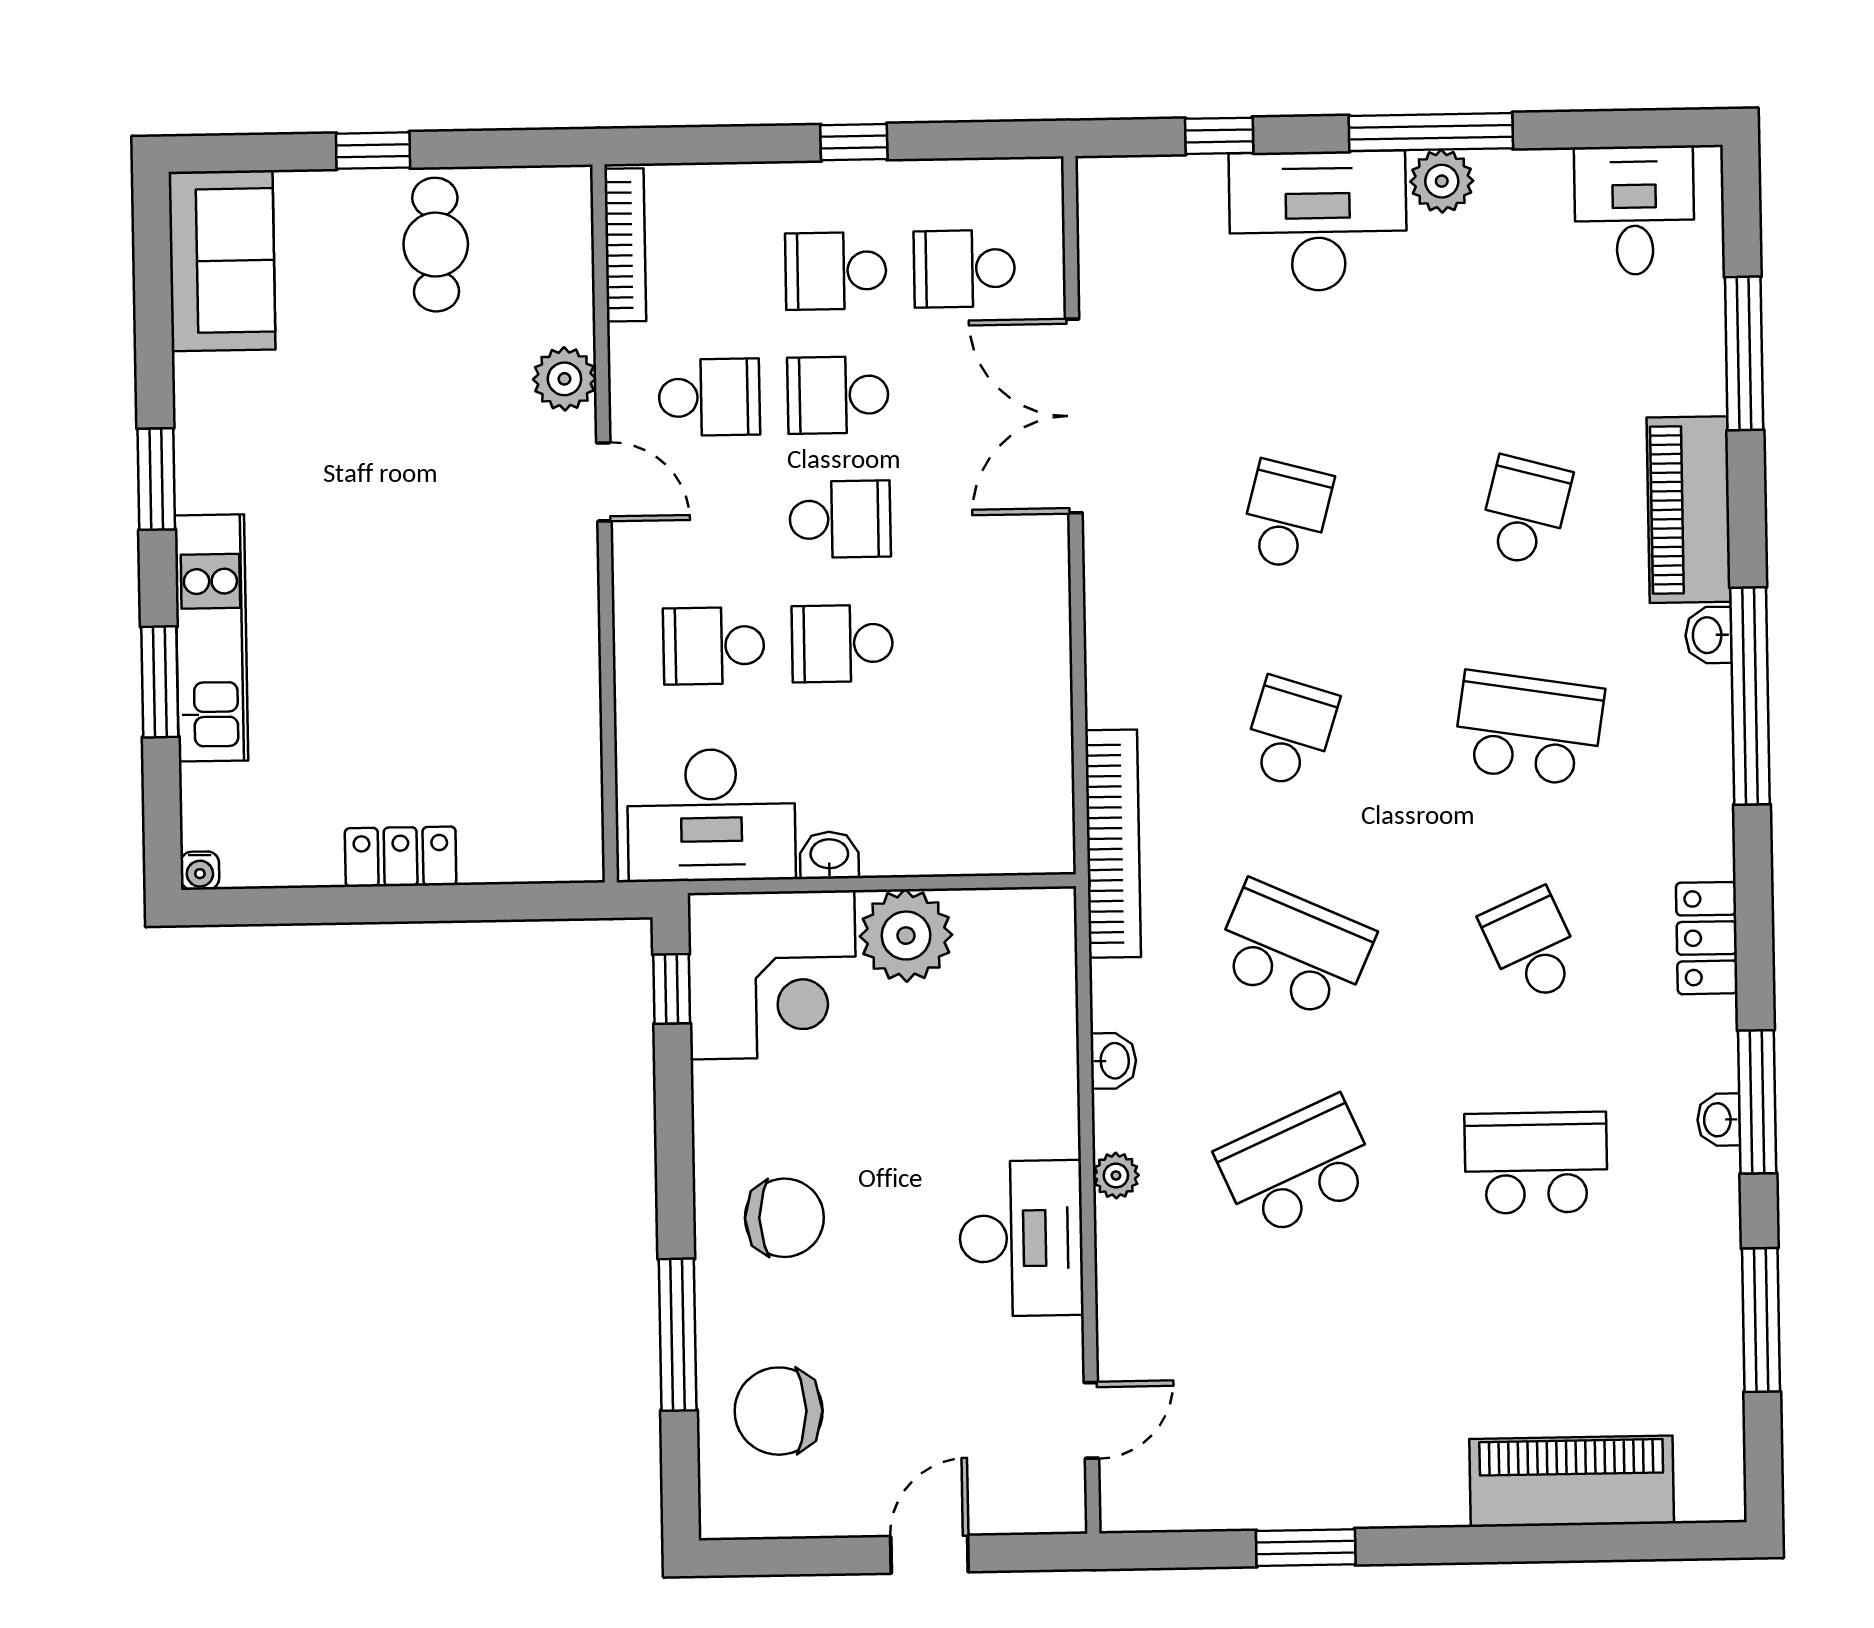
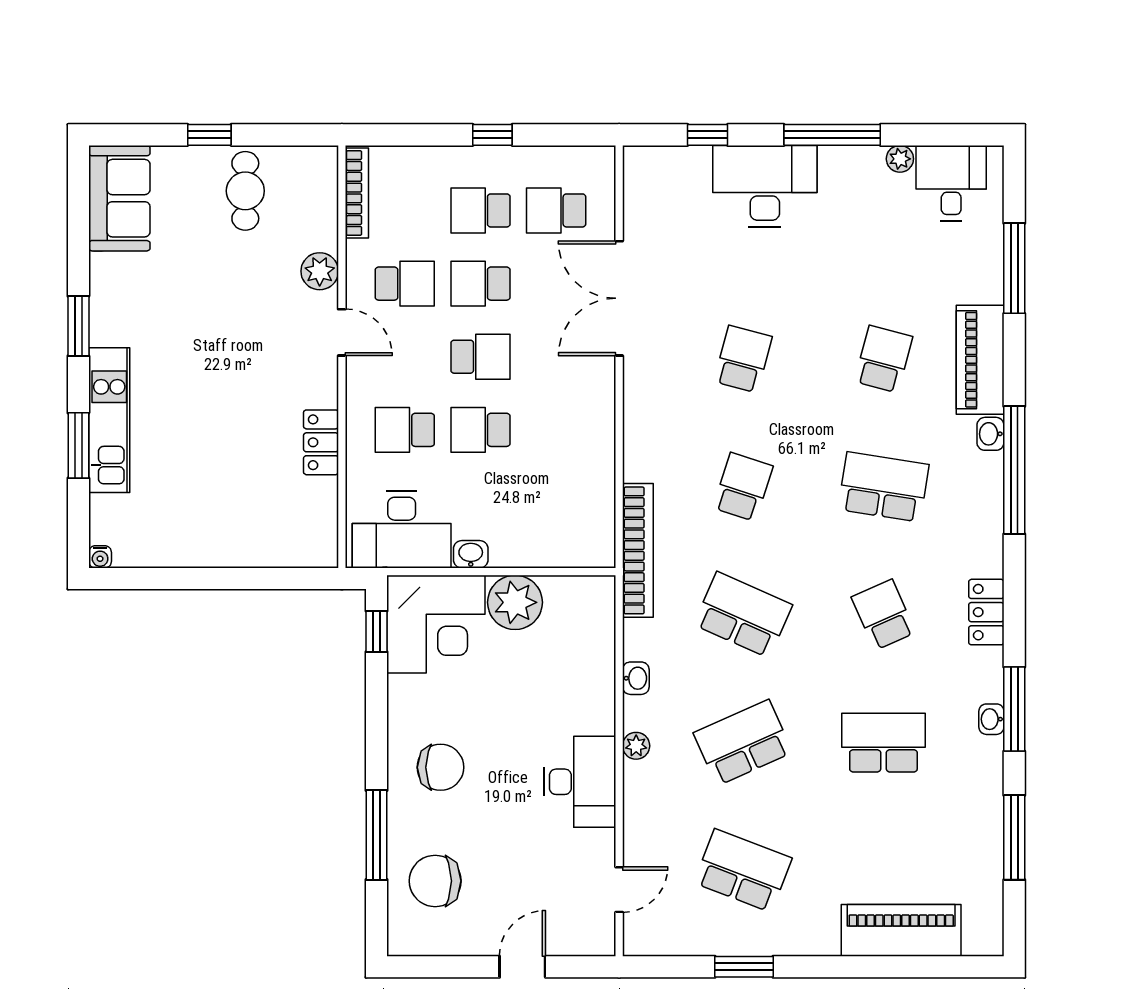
plant: (1442, 181) -> (900, 159), moved, width x0.73, depth x0.73
locker: (401, 857) -> (321, 442), moved, turned -90
school desk: (1301, 1384) -> (743, 870), added

